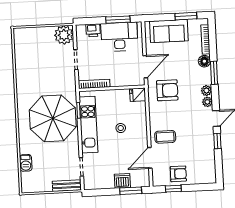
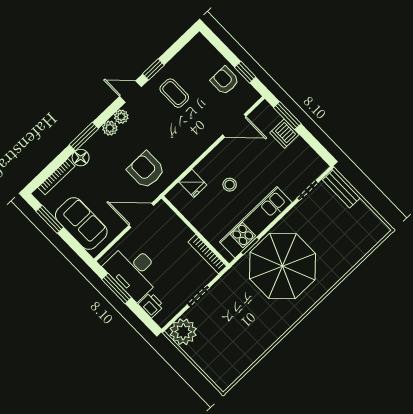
fridge: (138, 95) -> (193, 183), moved
coffee table: (165, 137) -> (174, 93), moved
barbecue: (26, 163) -> (355, 253), removed

